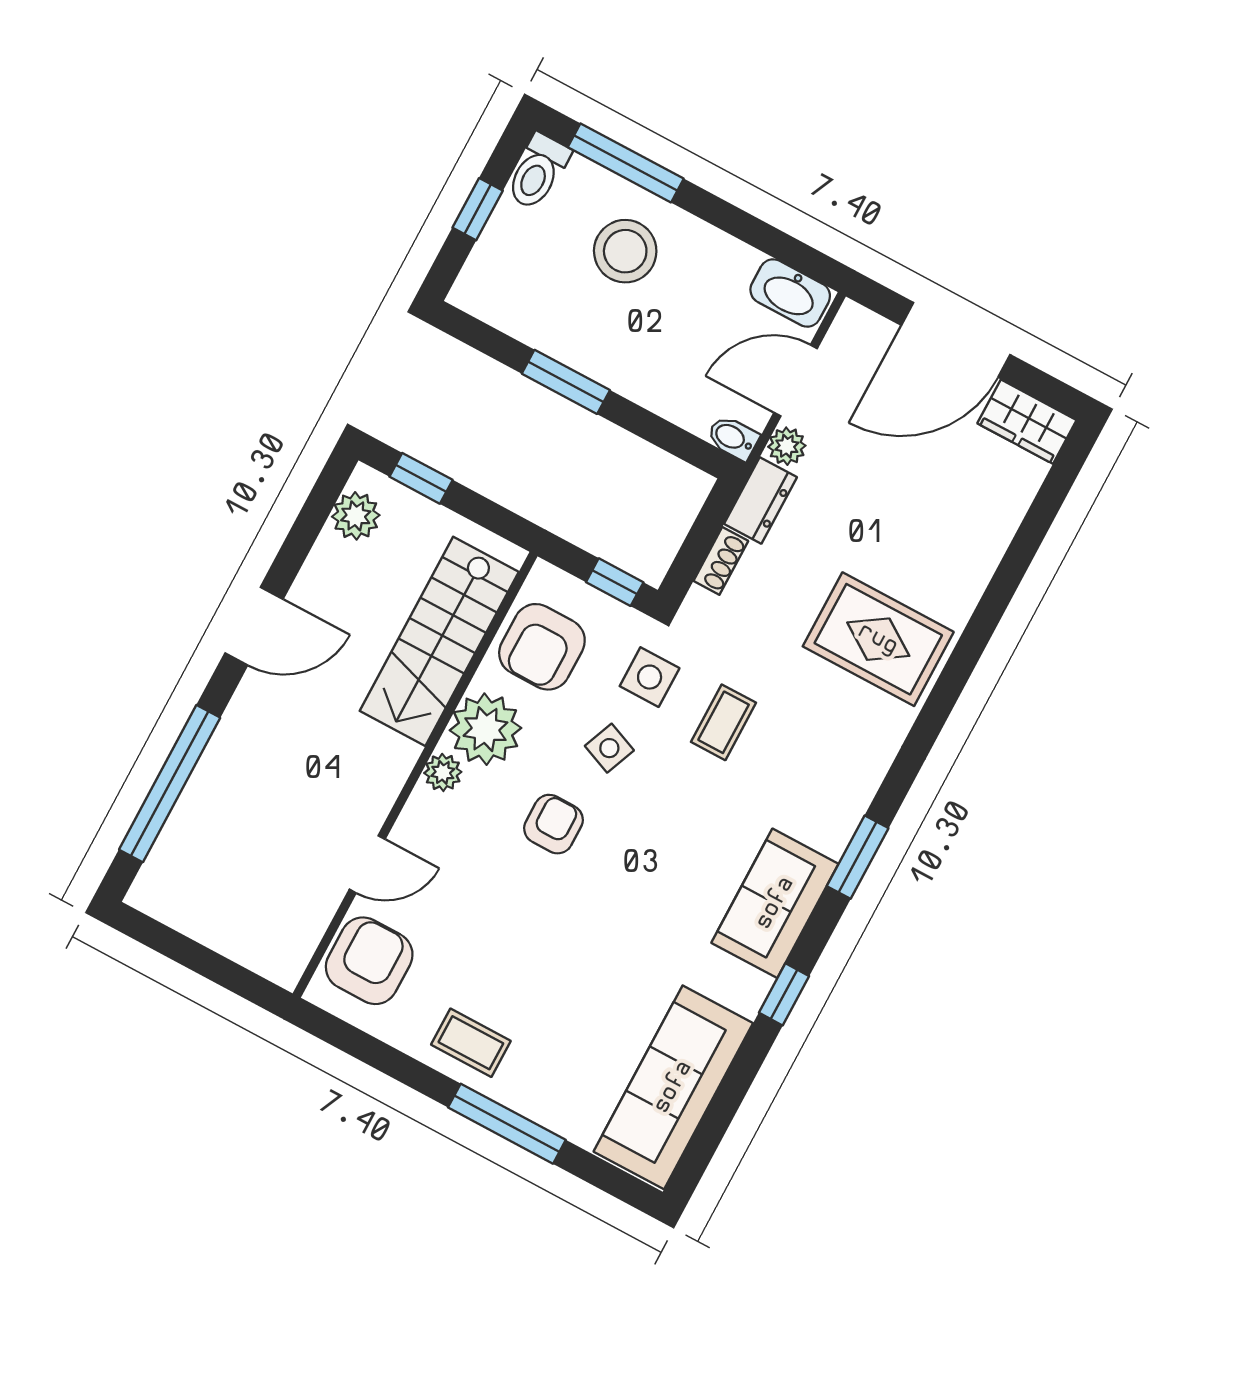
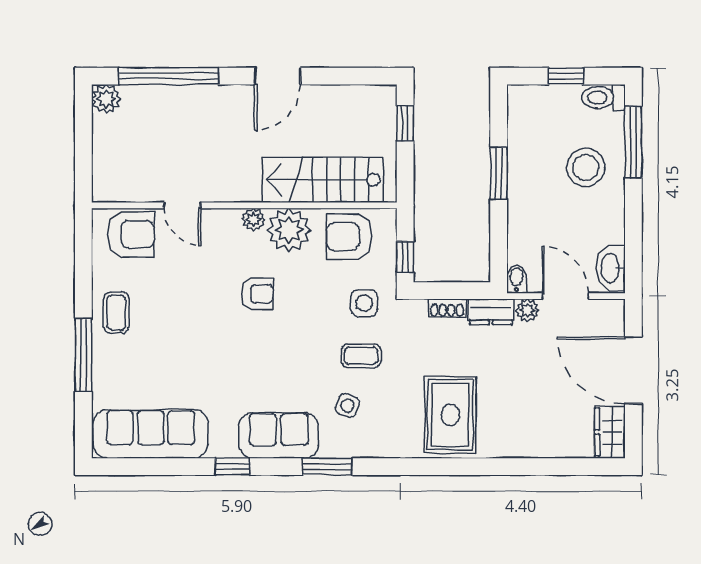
plant: (356, 516) -> (106, 99), moved
door: (254, 626) -> (278, 76), hinge flipped
side table: (609, 748) -> (347, 406), moved

